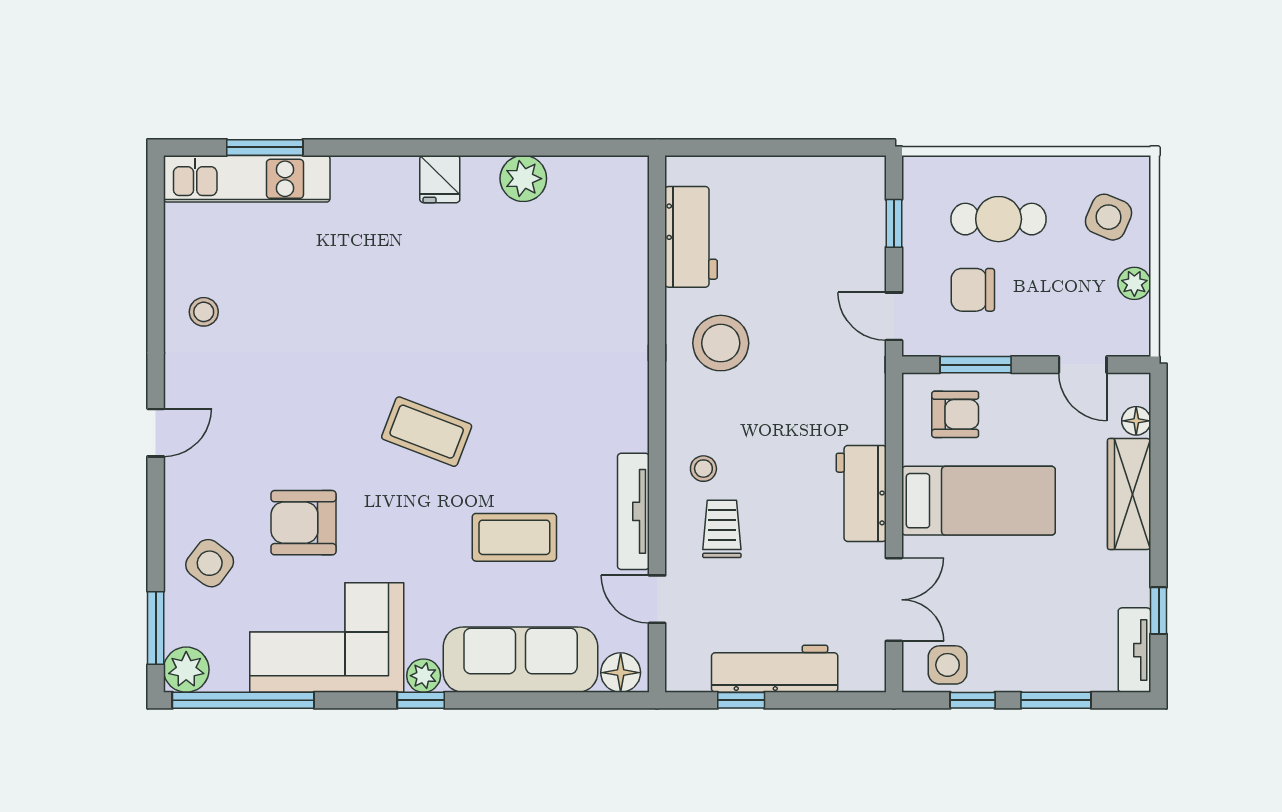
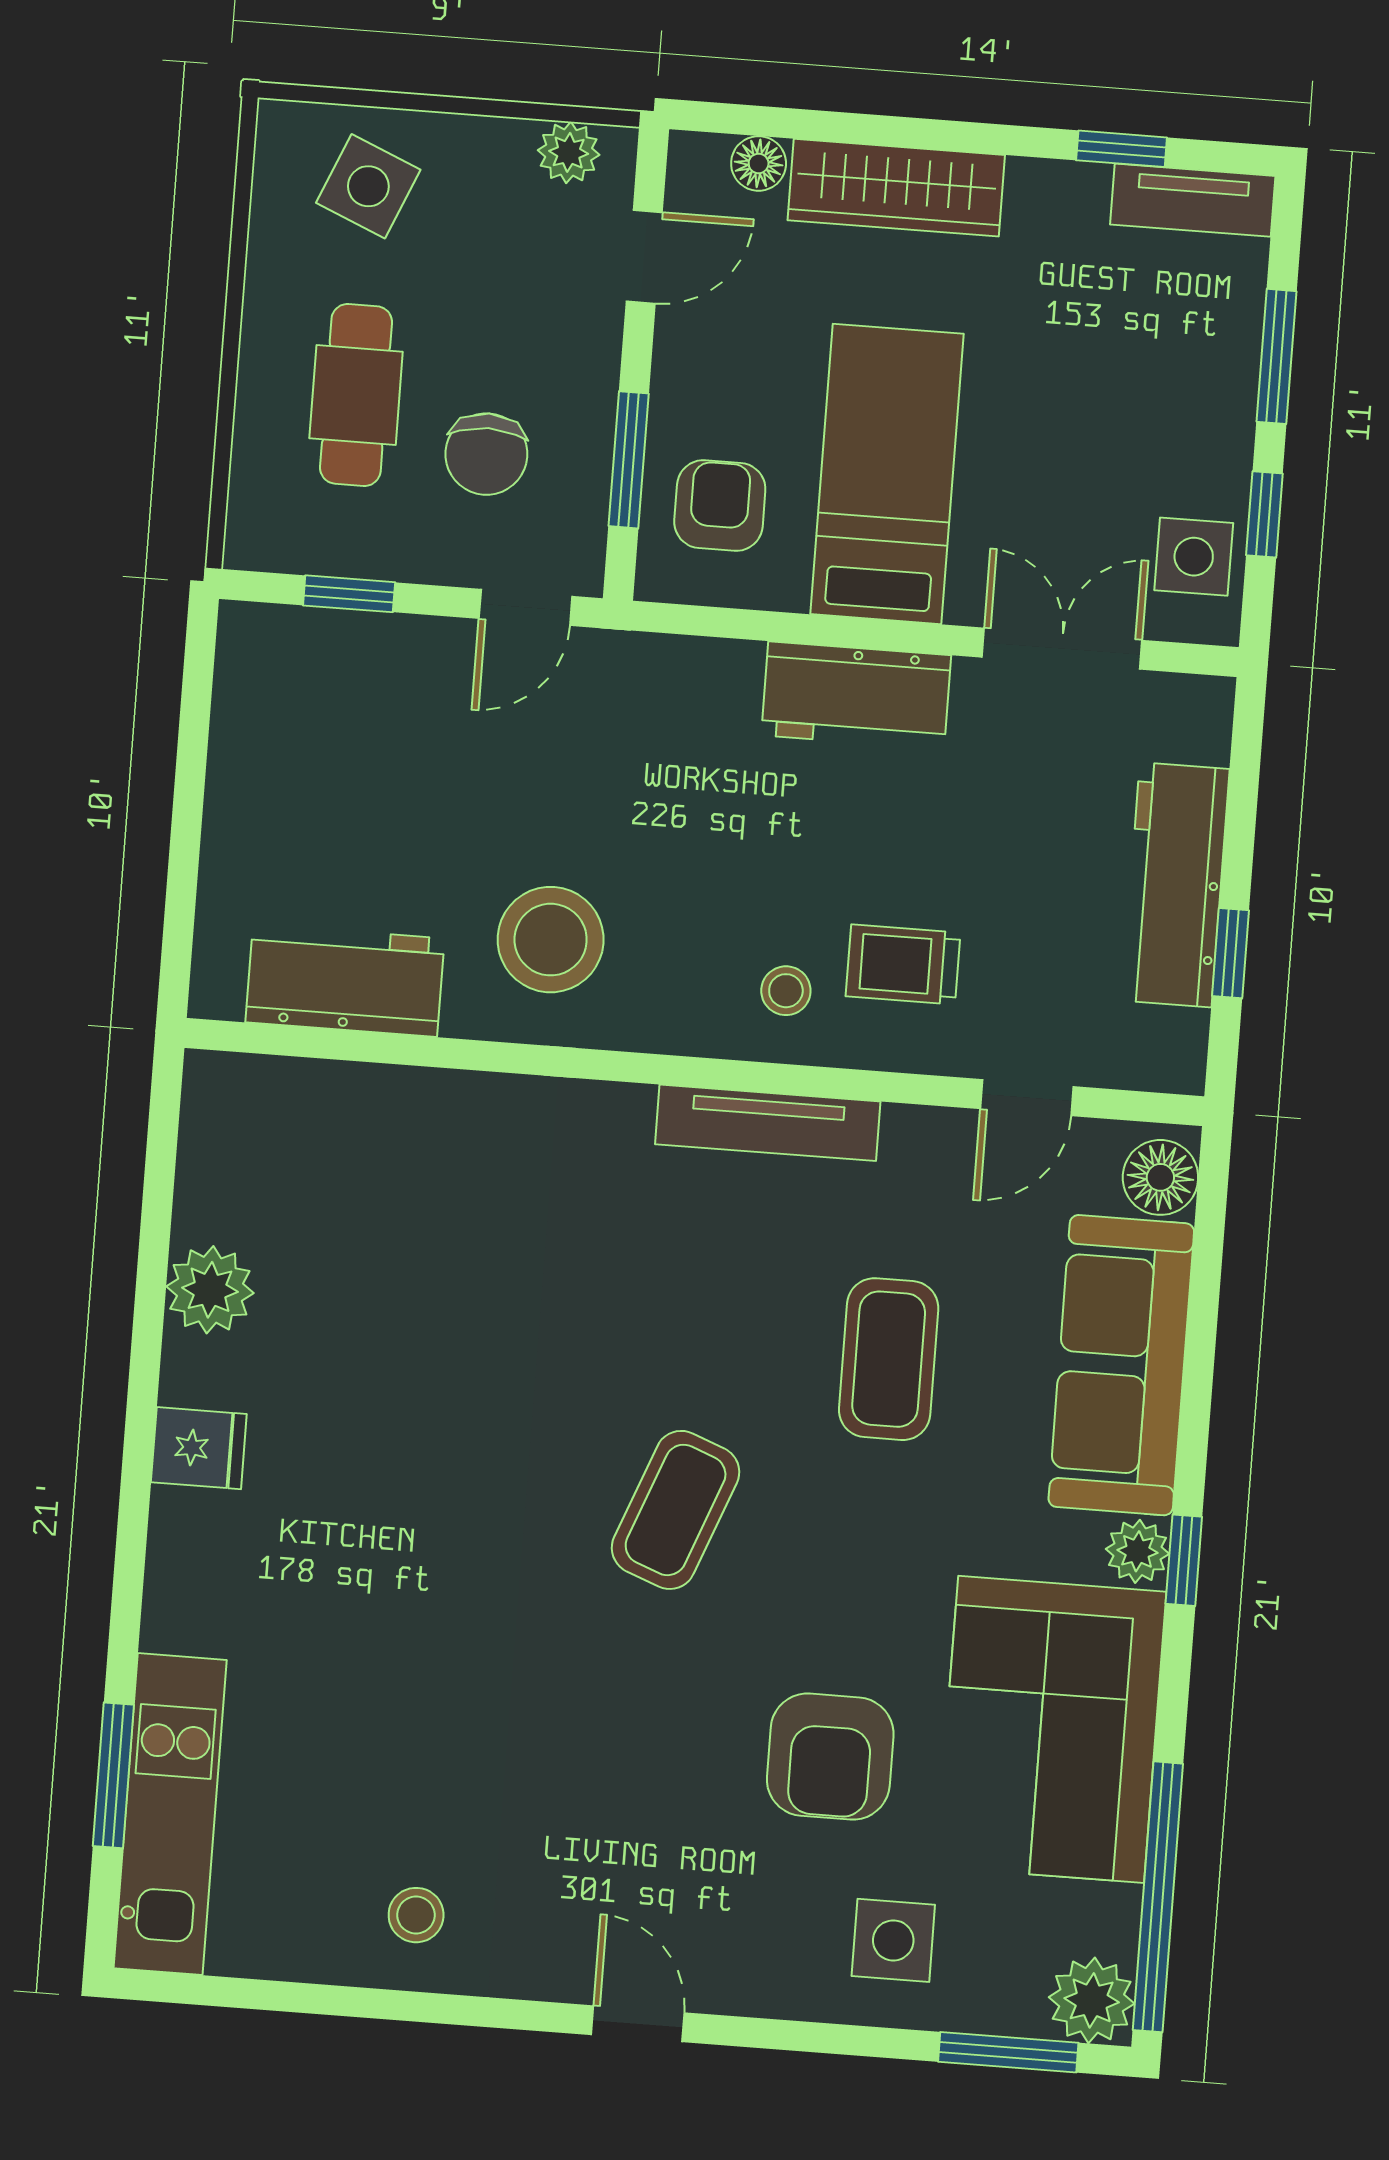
plant: (1134, 283) -> (569, 152), moved
tv unit: (633, 511) -> (768, 1123), moved
side table: (210, 563) -> (893, 1940), turned -37

